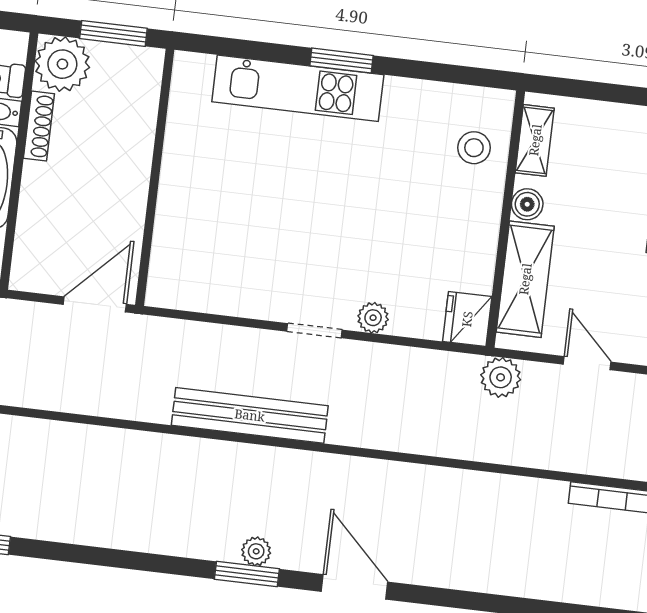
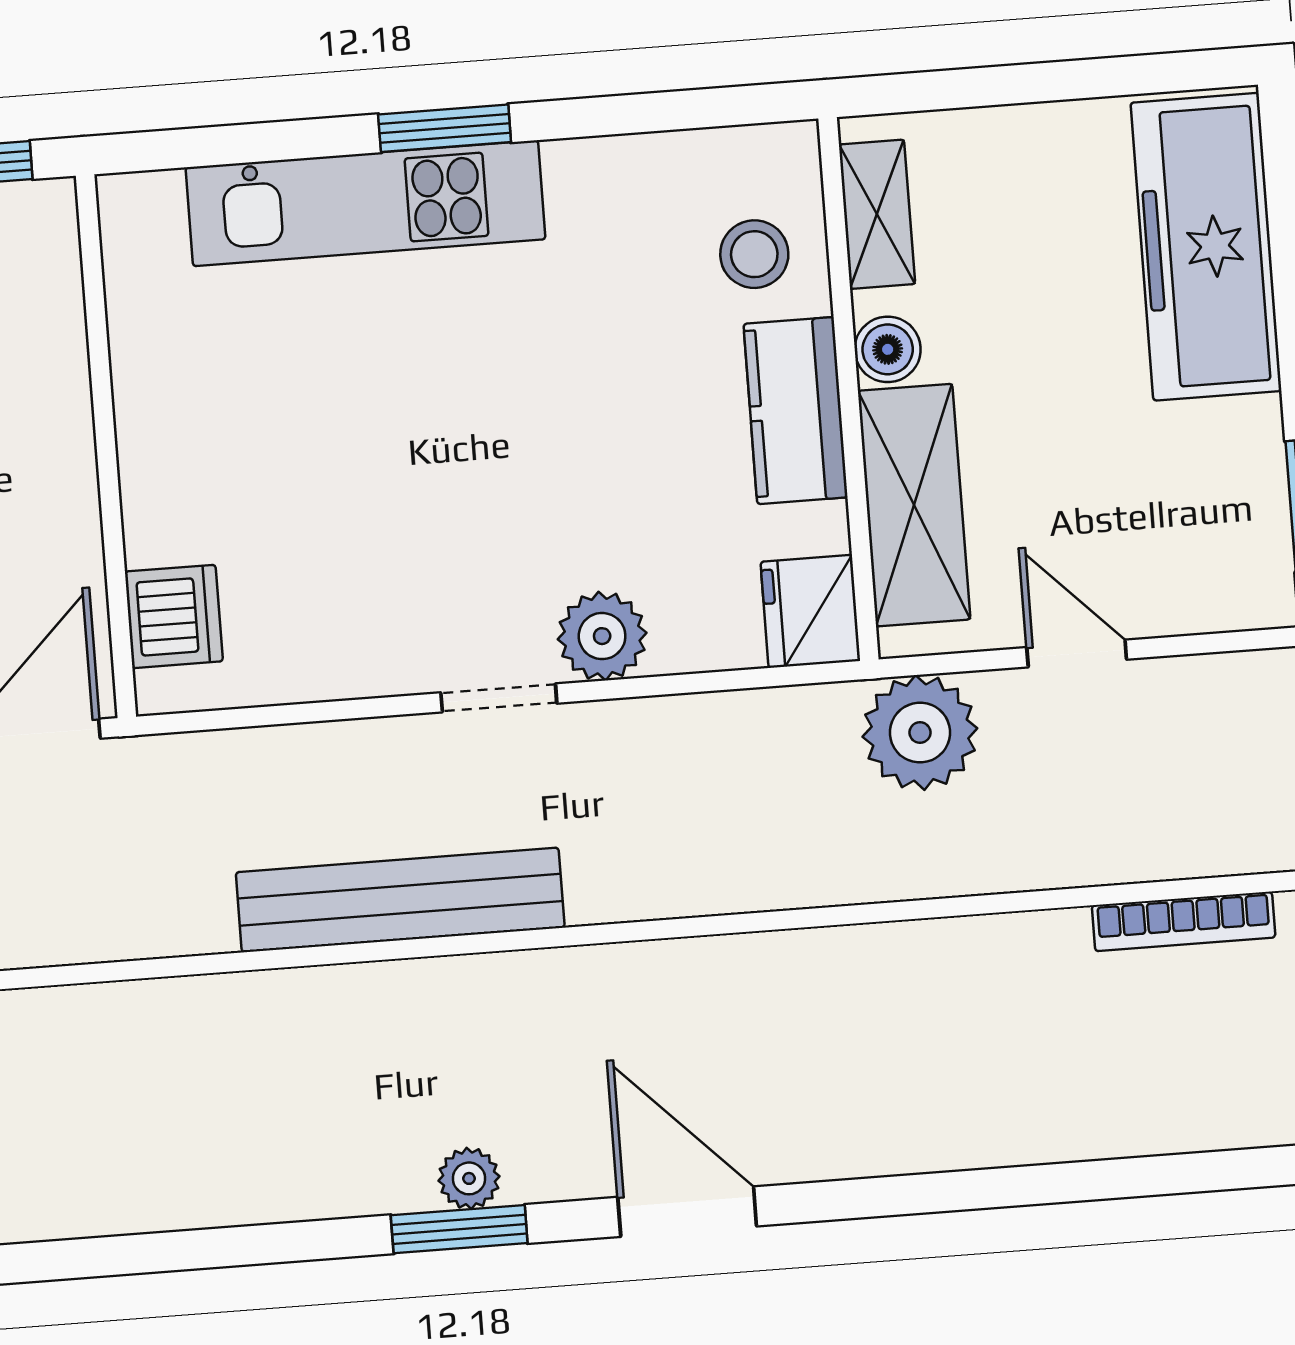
kitchen counter: (479, 224) -> (796, 411), added
dishwasher: (171, 263) -> (174, 616), added
plant: (373, 318) -> (602, 636), width x1.38, depth x1.38
plant: (501, 377) -> (920, 733), width x1.36, depth x1.36

